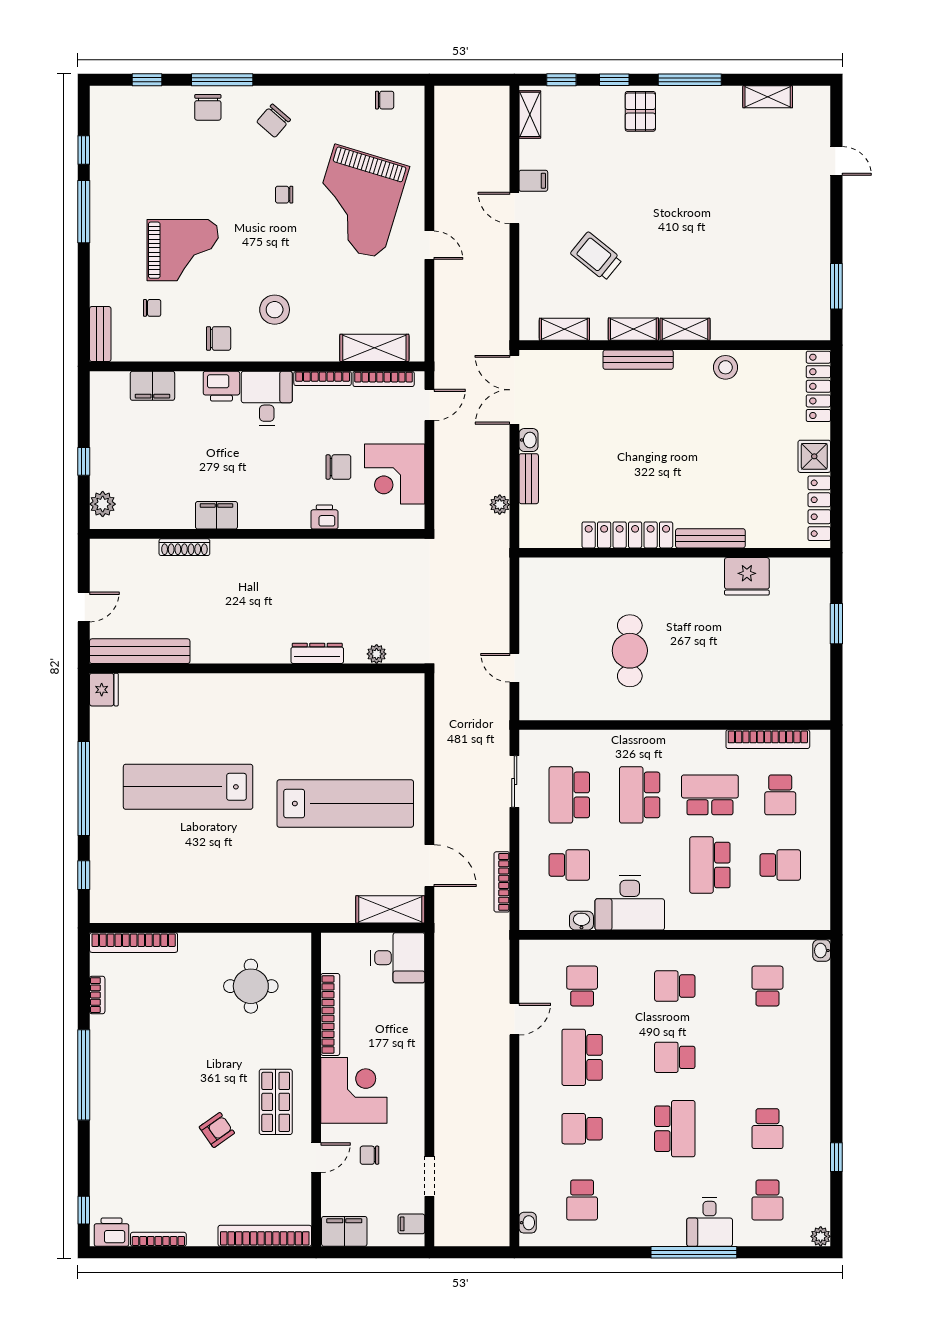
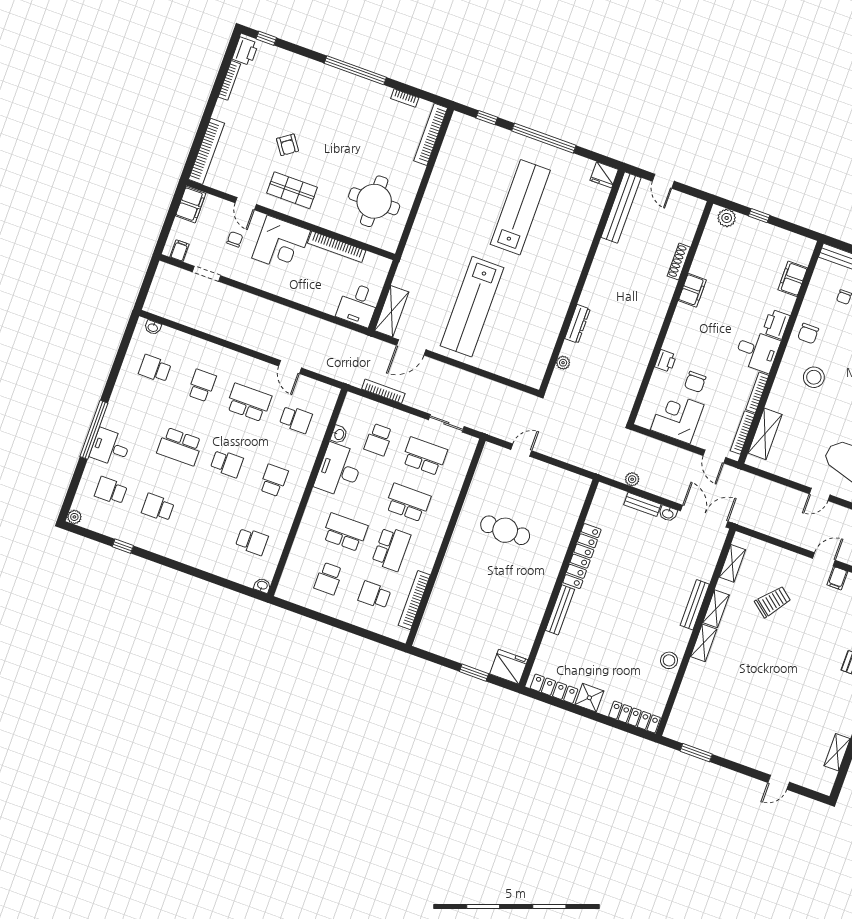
fridge: (747, 576) -> (509, 667), moved, turned 90
round table: (251, 986) -> (374, 201), width x1.36, depth x1.36
school desk: (675, 1057) -> (227, 463), turned 90

